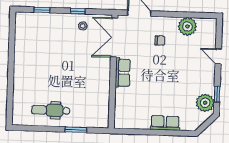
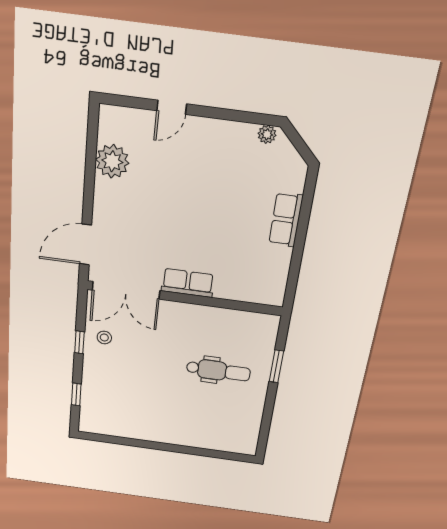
chair: (160, 40) -> (135, 213), removed
window: (217, 94) -> (244, 117), removed
plant: (205, 103) -> (267, 134), width x0.53, depth x0.53
dental chair: (51, 110) -> (218, 371), moved, turned -90

